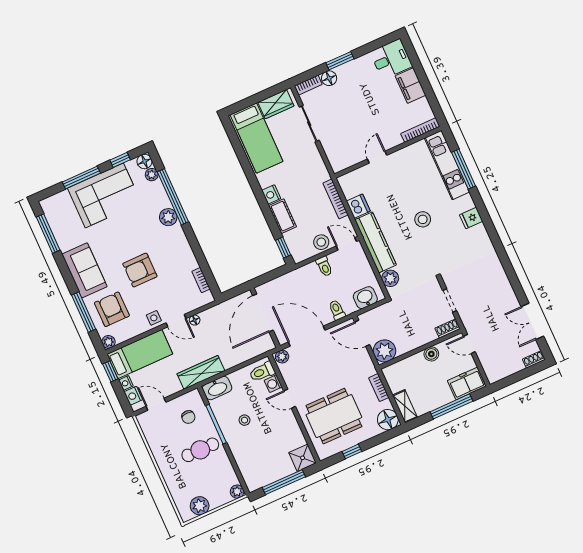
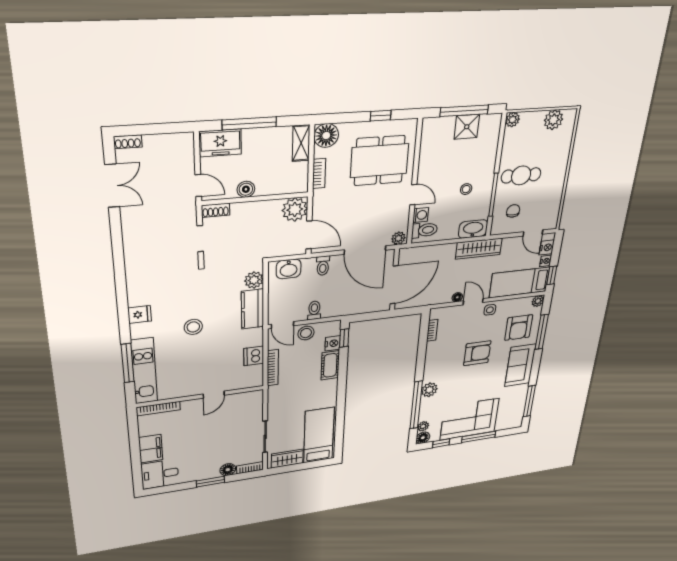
nightstand: (271, 194) -> (333, 343), moved
kitchen counter: (376, 242) -> (253, 309), width x0.67
shower: (303, 458) -> (467, 127), moved

